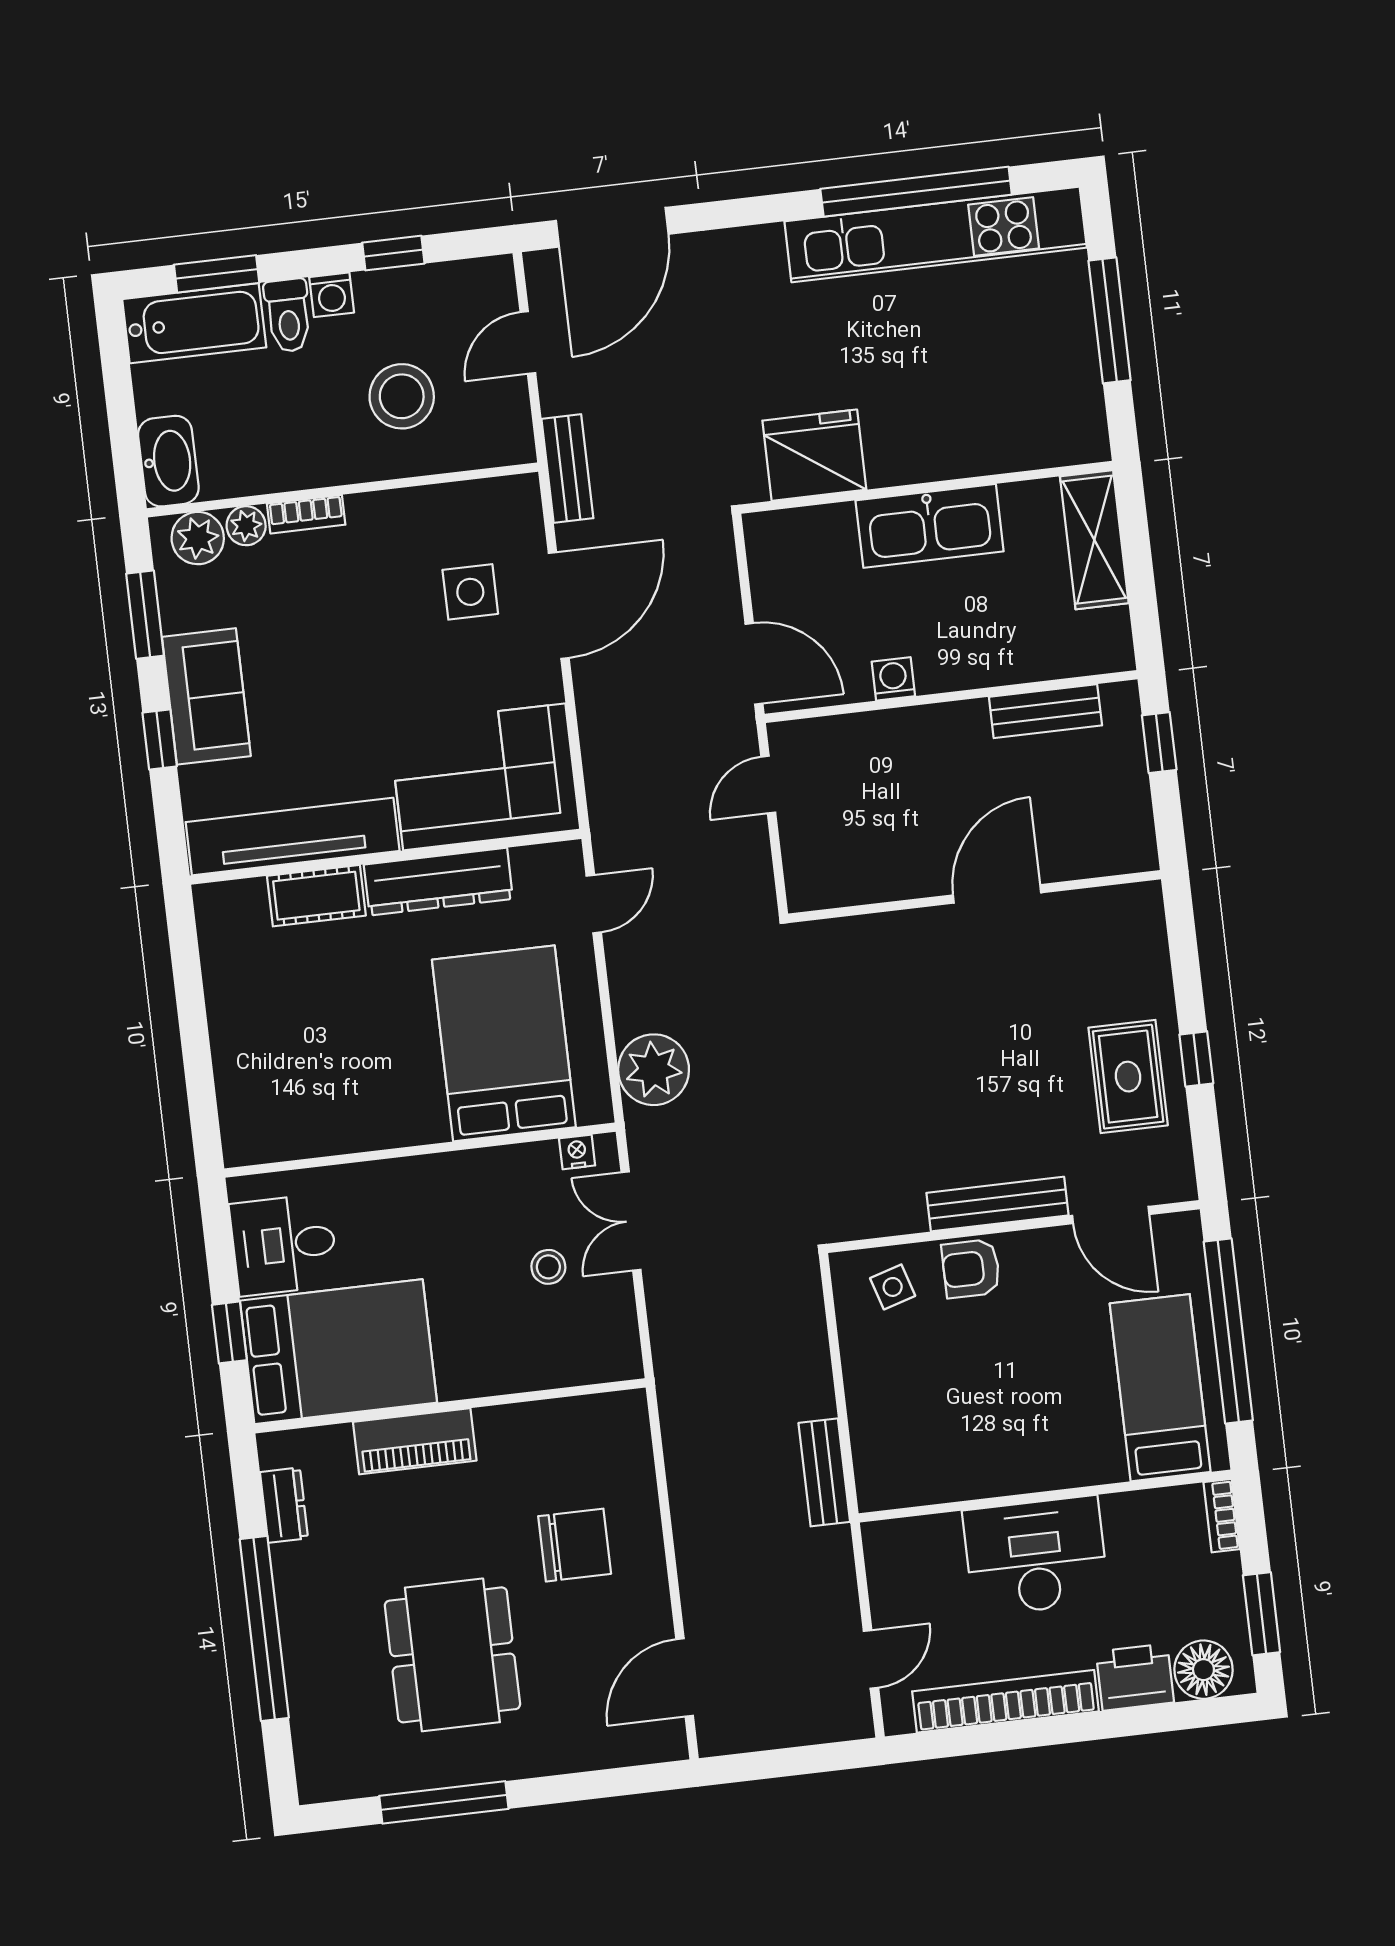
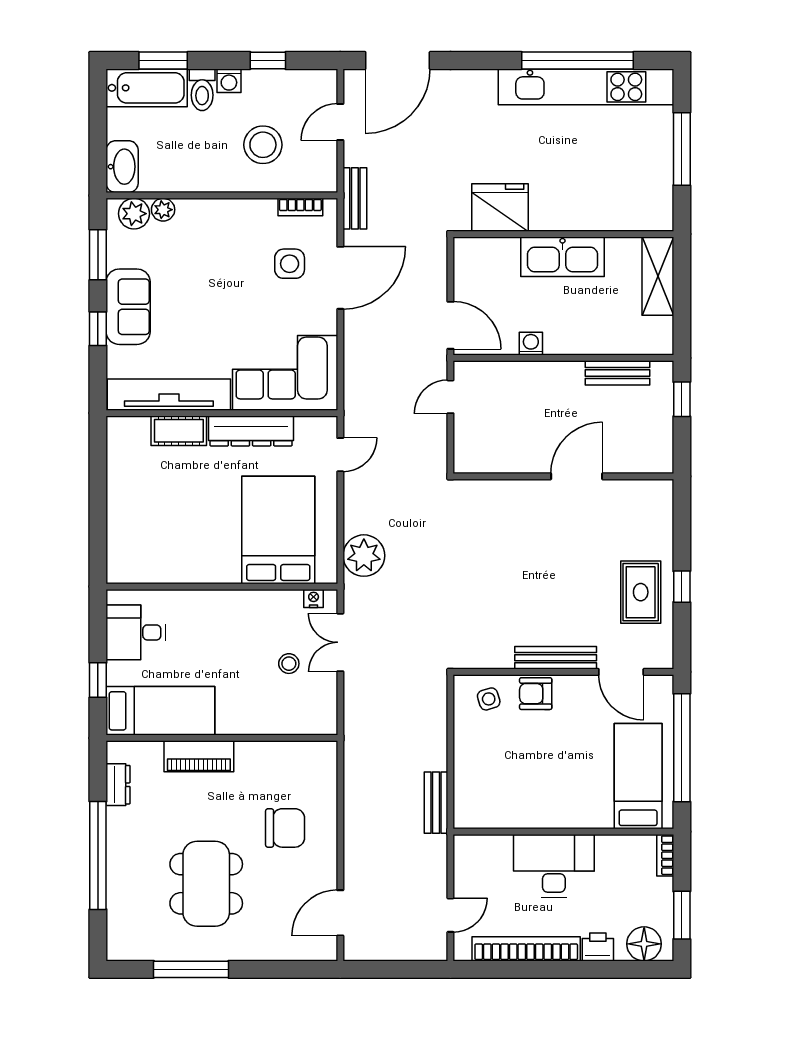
bookcase: (306, 514) -> (300, 207), moved
bed: (338, 1352) -> (160, 711), width x0.67
printer: (1135, 1677) -> (598, 947), width x0.73, depth x0.81

